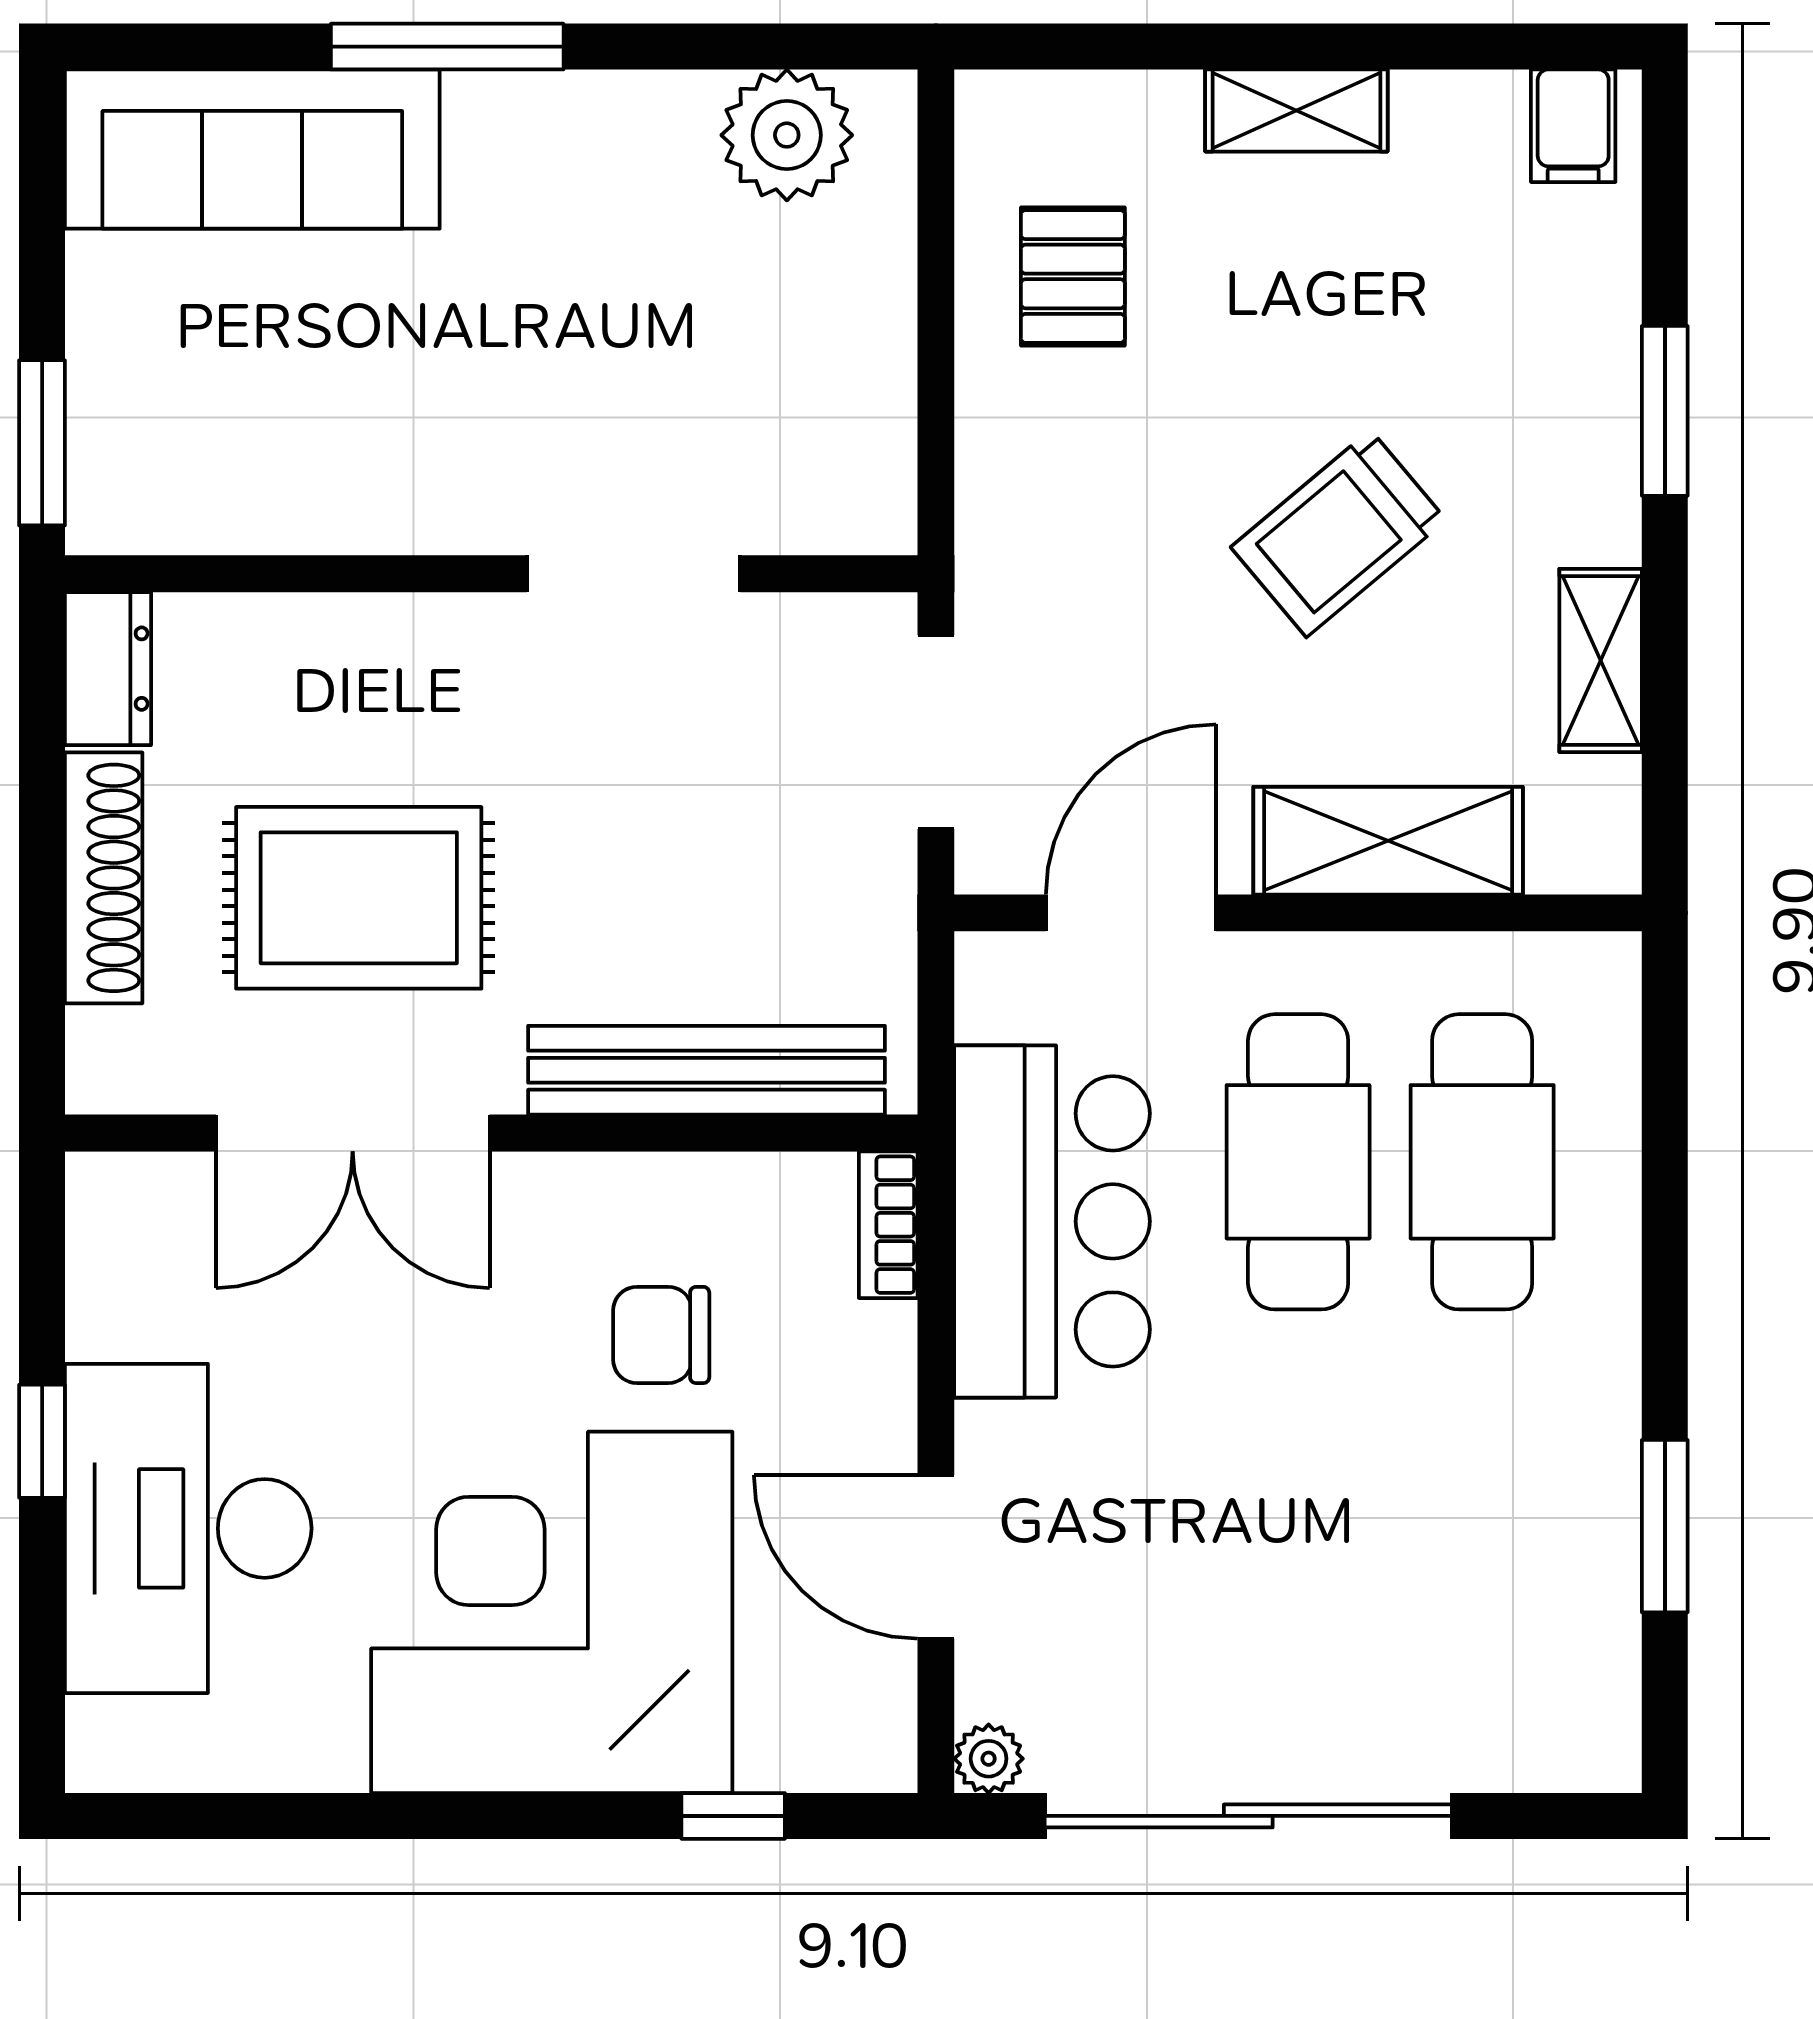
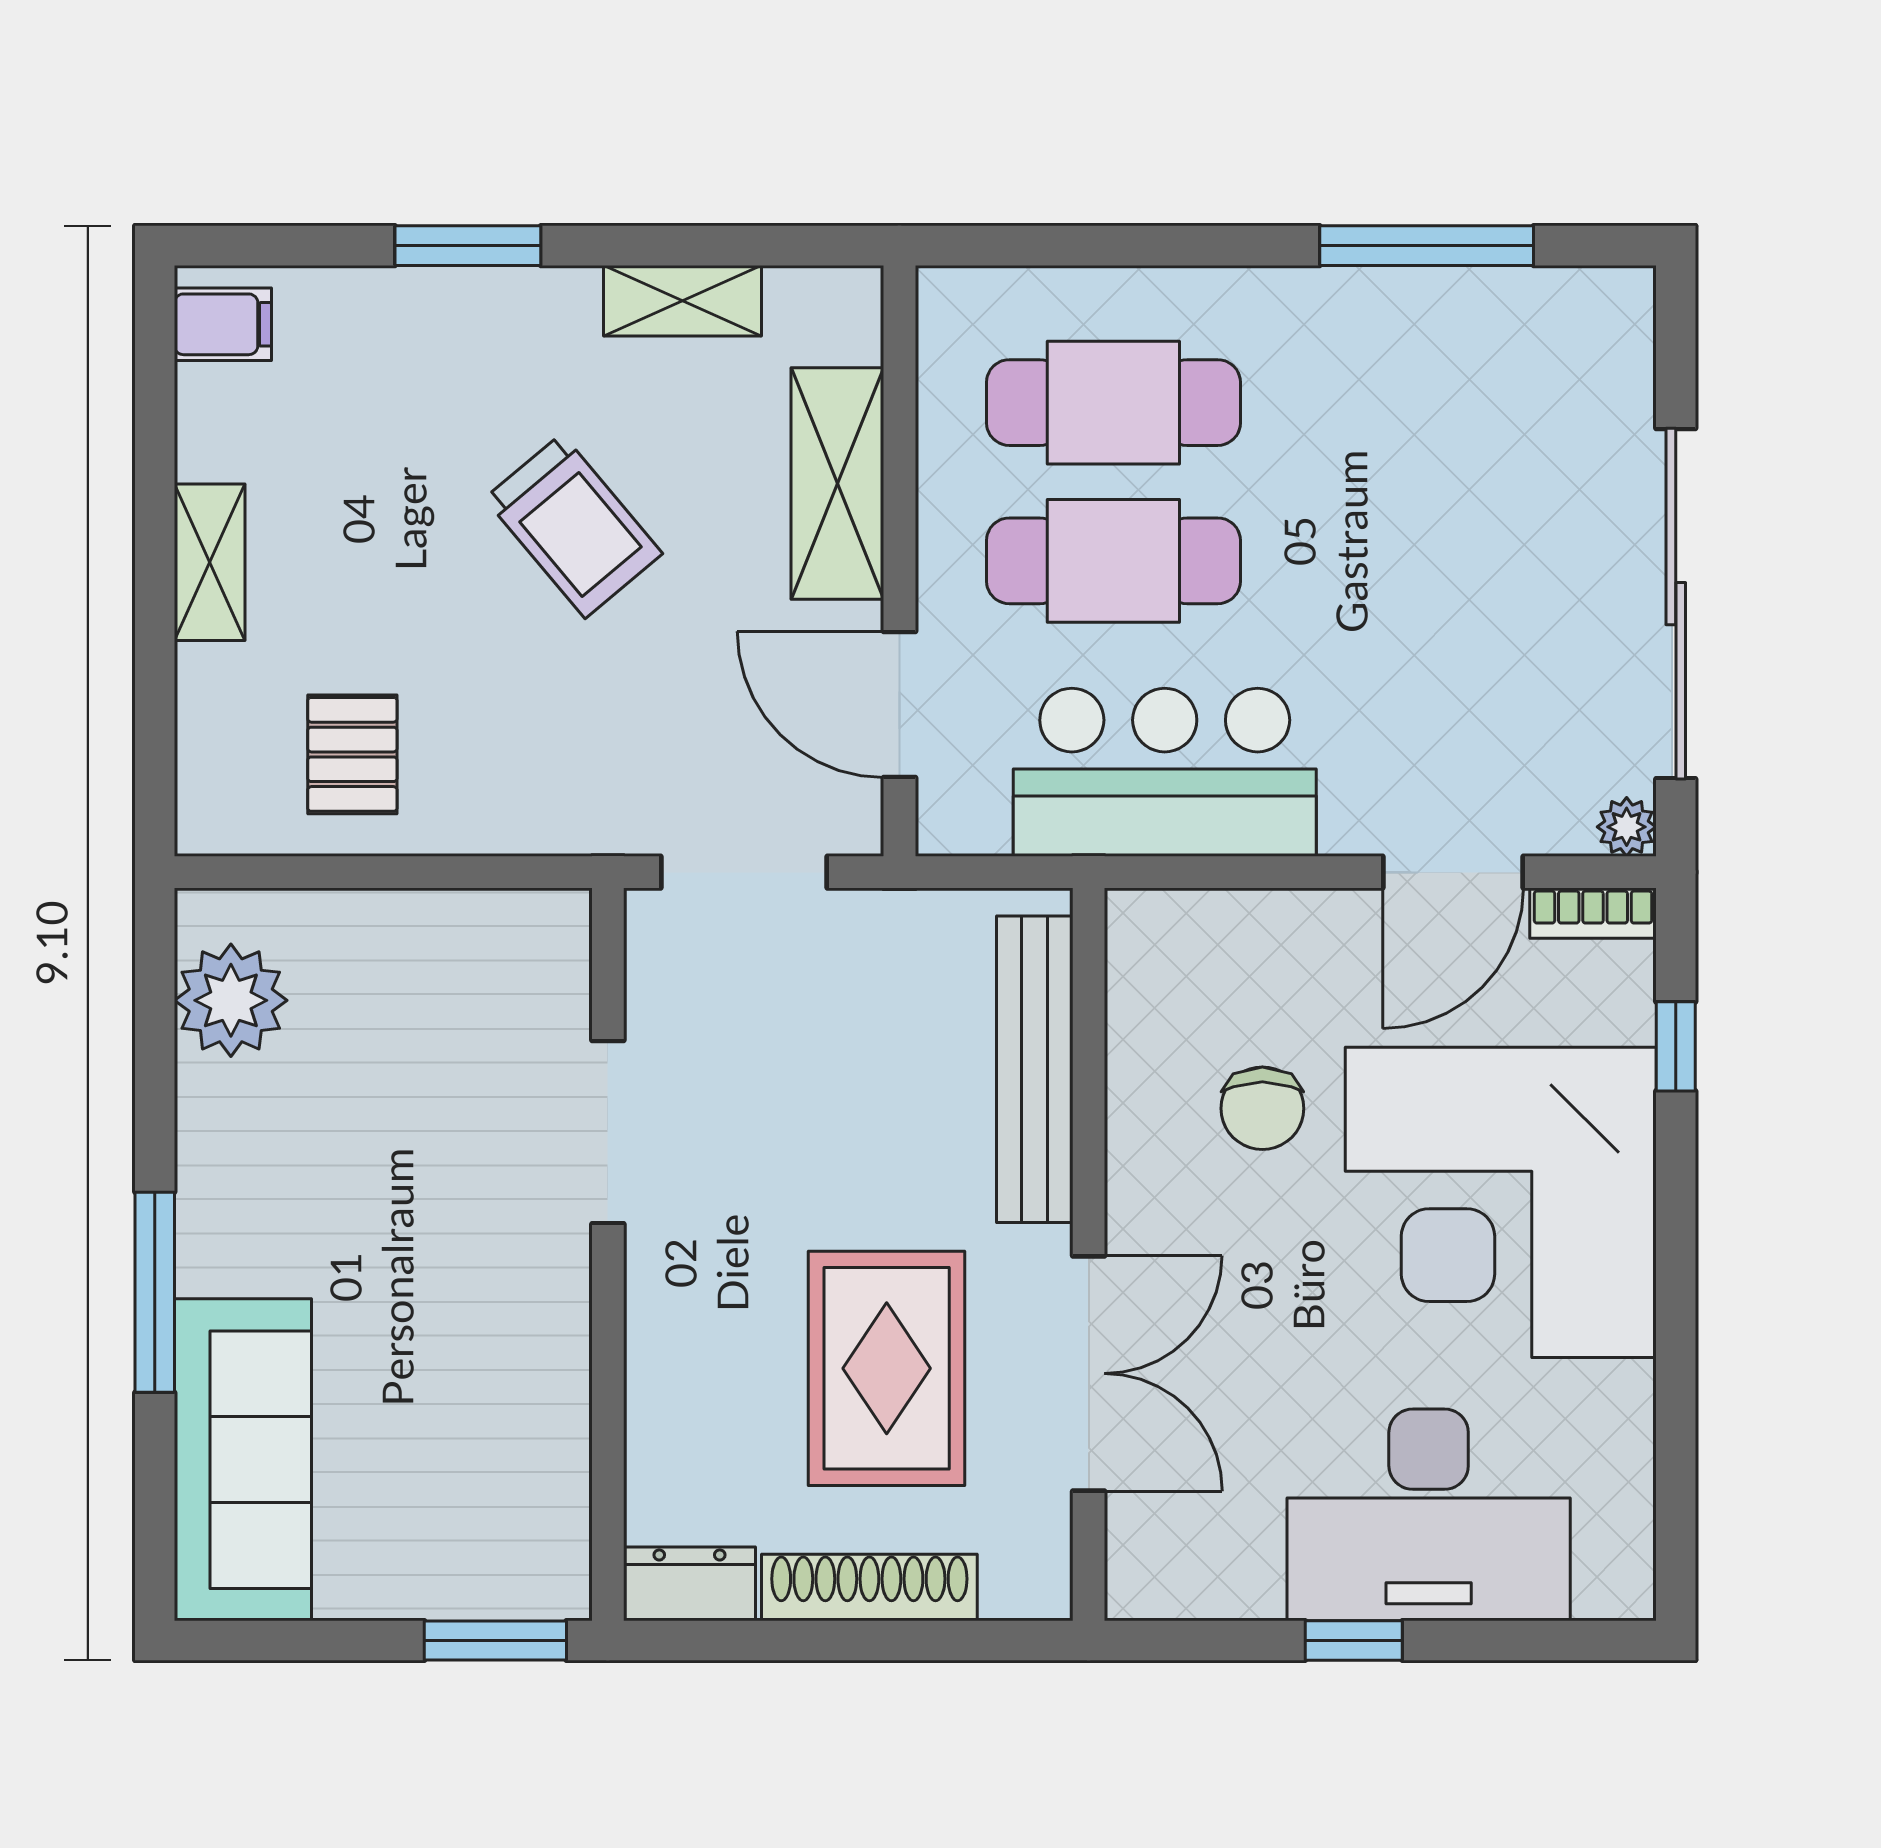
pallet: (1073, 276) -> (352, 754), turned 90
bookcase: (888, 1225) -> (1593, 913), moved
window: (1665, 1526) -> (1427, 246), width x1.44

